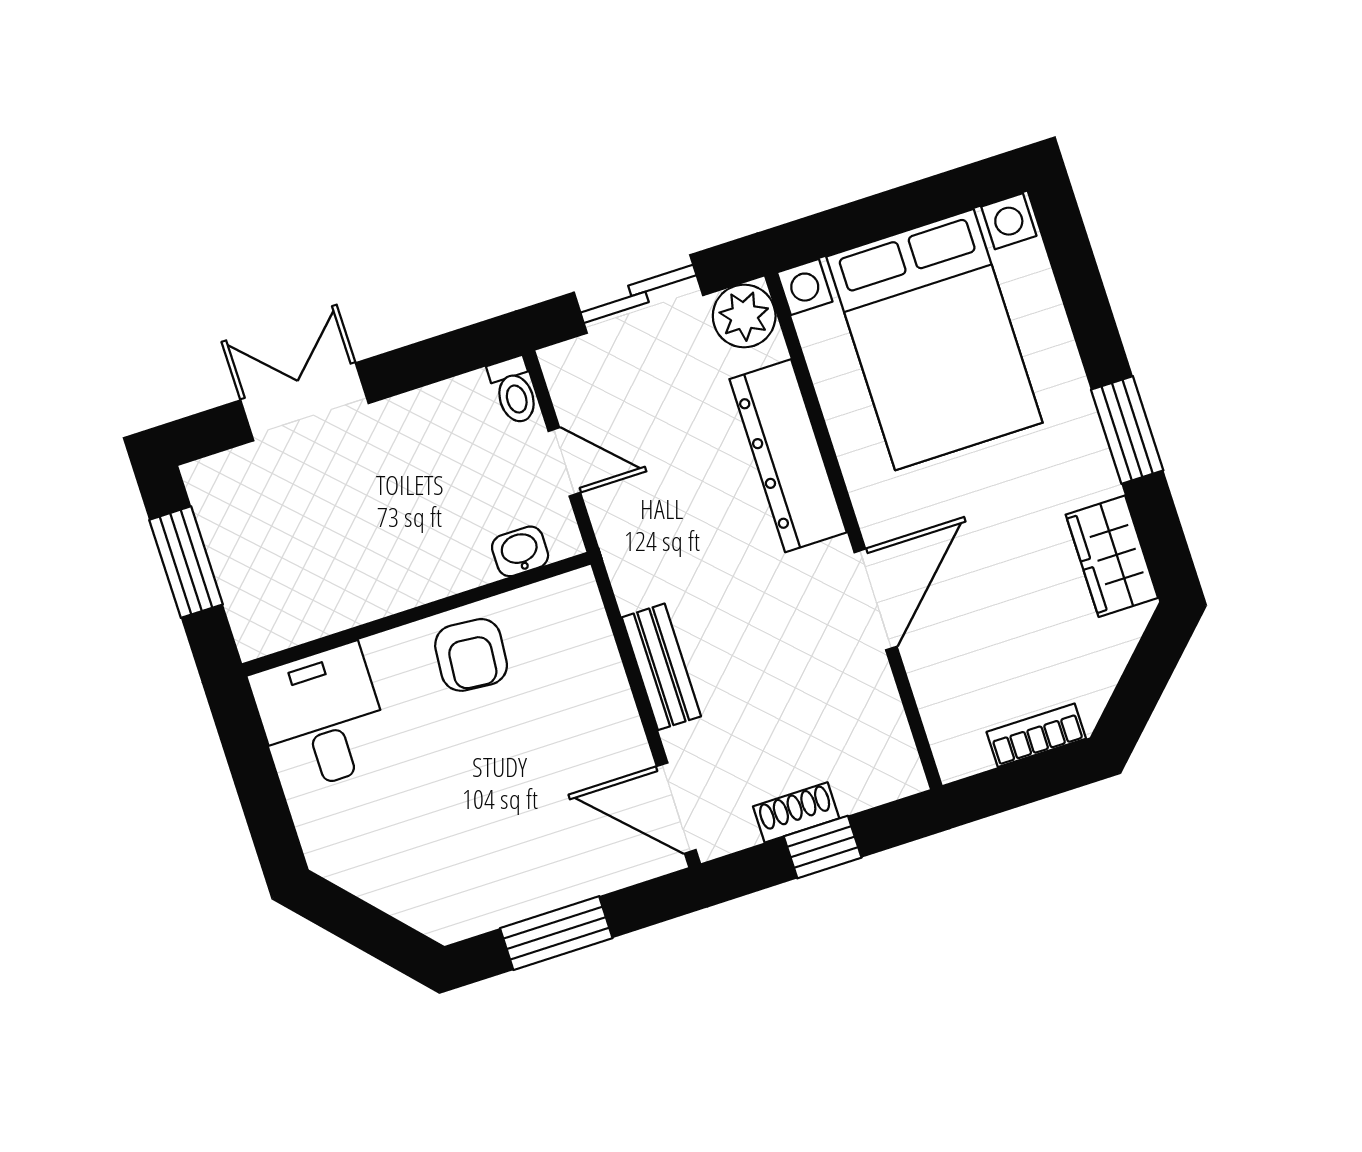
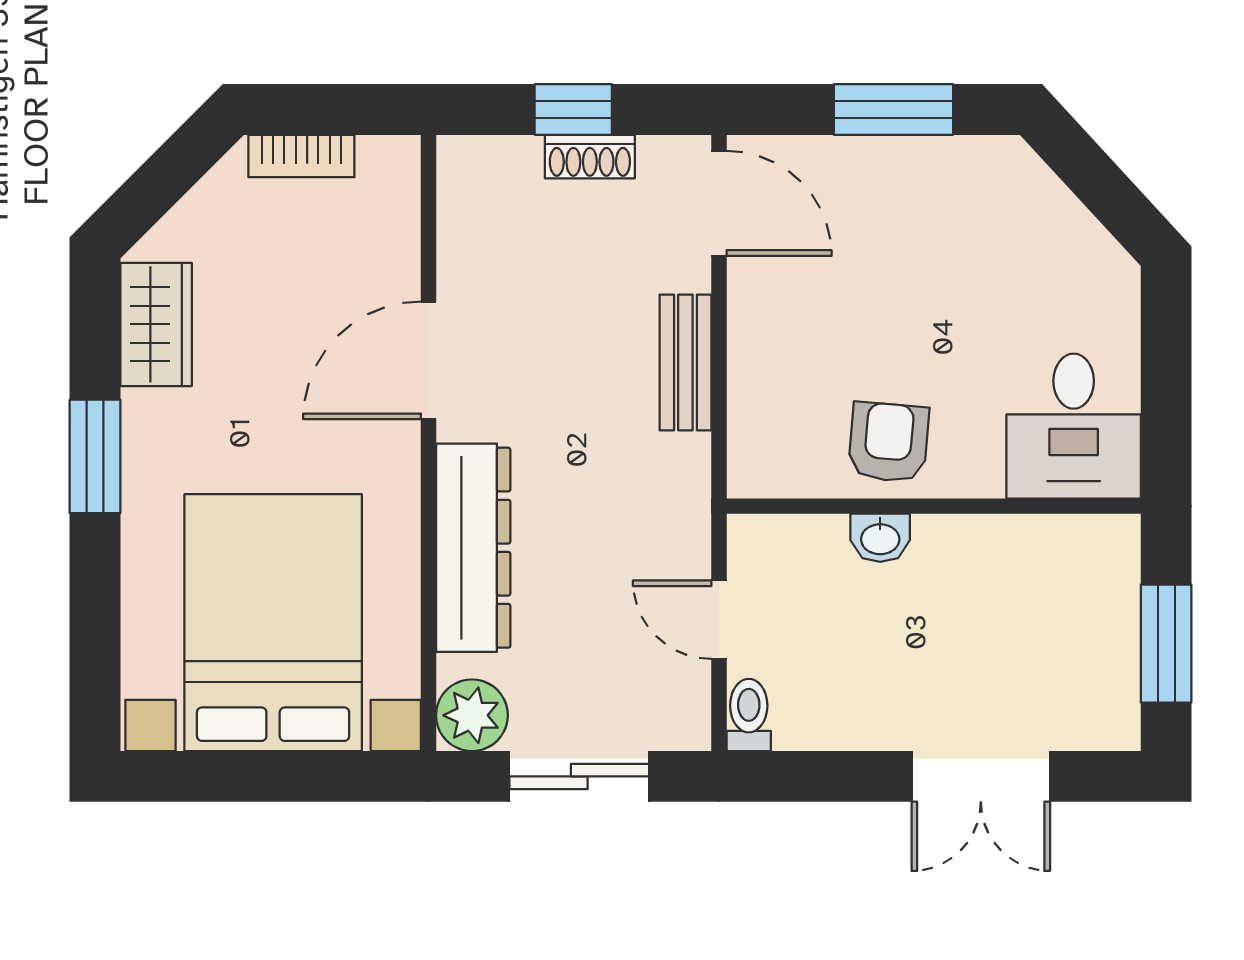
washbasin: (520, 551) -> (880, 538), moved

